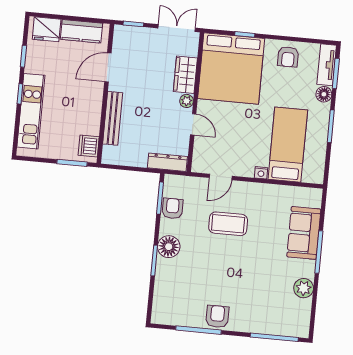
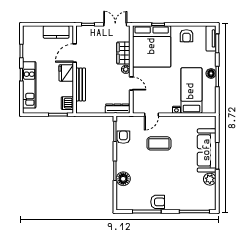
fridge: (47, 29) -> (66, 73), moved, turned 90
floor lamp: (324, 94) -> (211, 73), moved
sofa: (304, 233) -> (207, 150), width x1.36
floor lamp: (169, 247) -> (123, 179), moved
armchair: (217, 317) -> (158, 202), turned 90

